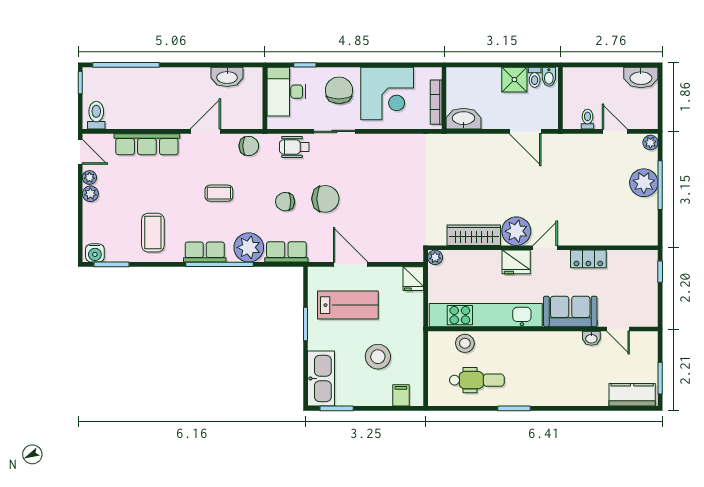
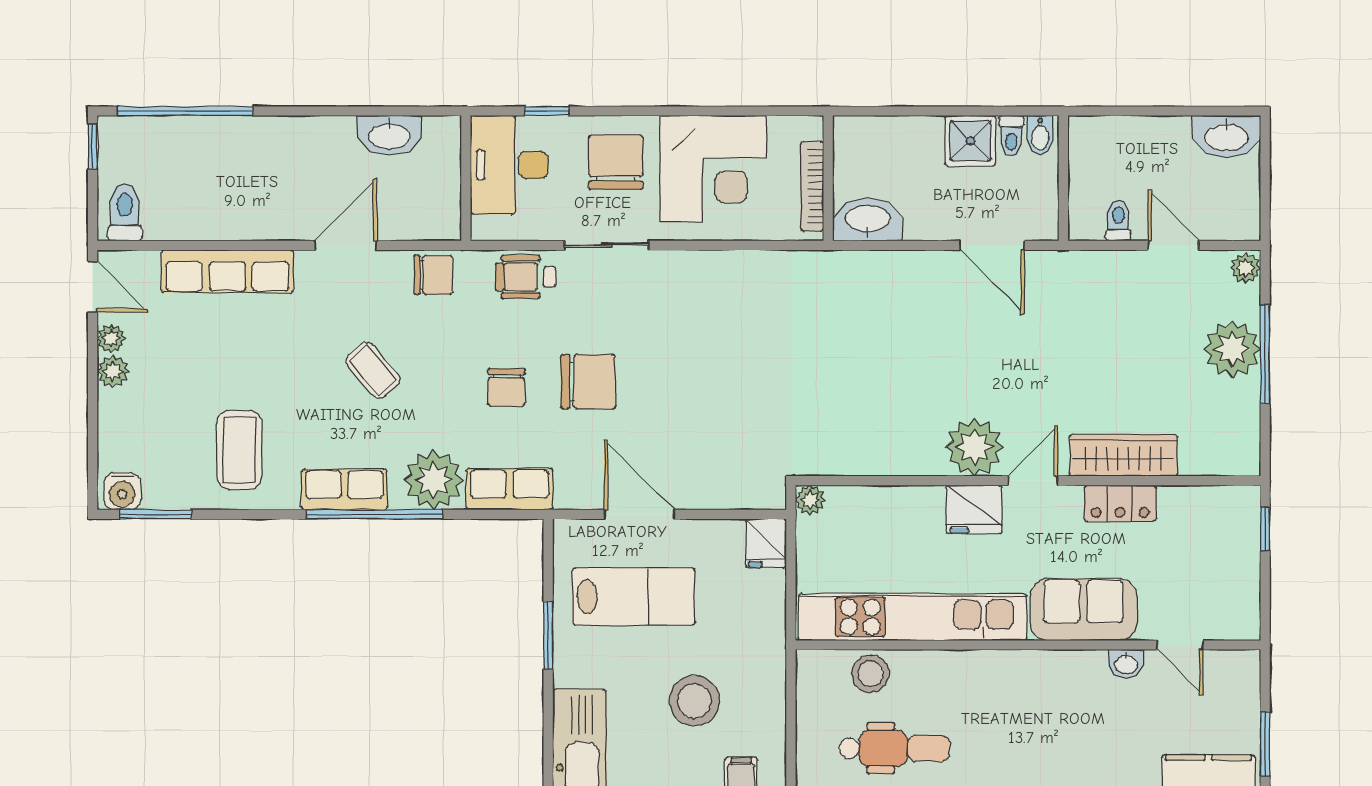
coffee table: (219, 193) -> (373, 370), turned 49
chair: (285, 202) -> (507, 387), turned -90
wardrobe: (474, 235) -> (1123, 455), moved

